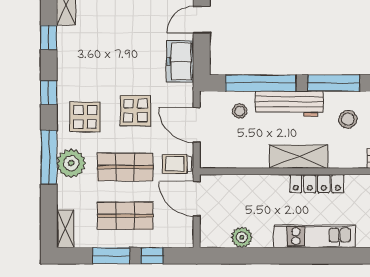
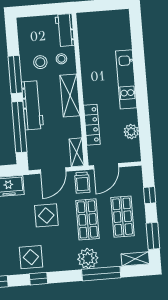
stool: (240, 111) -> (61, 59), moved
display table: (85, 117) -> (31, 257), moved
window: (49, 157) -> (101, 274), moved
shelving: (219, 160) -> (77, 152), added
locker: (317, 184) -> (92, 125), moved
window: (111, 256) -> (153, 236), moved

